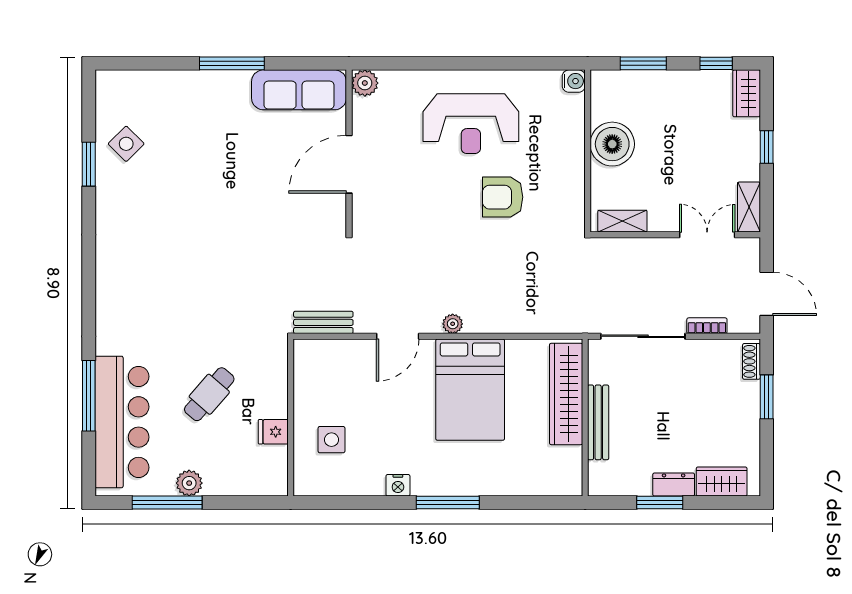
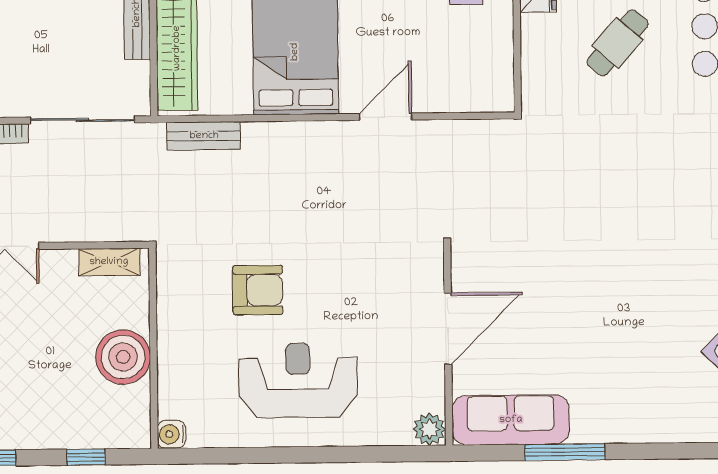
window: (232, 63) -> (565, 452), moved
window: (643, 63) -> (86, 457), width x0.67
bench: (323, 322) -> (204, 136), moved
plant: (453, 324) -> (318, 133), removed

